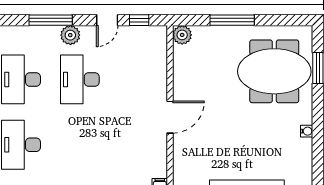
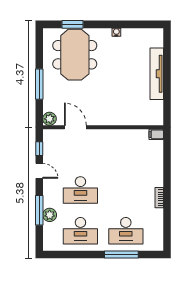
plant: (70, 35) -> (50, 215), moved
door: (170, 117) -> (75, 127), moved

